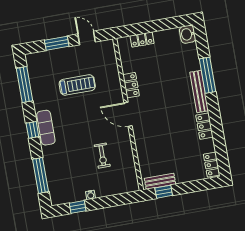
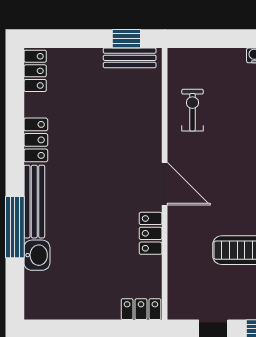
washbasin: (188, 34) -> (37, 255), moved
locker: (142, 40) -> (141, 309), moved
exercise bike: (102, 156) -> (192, 110), moved

